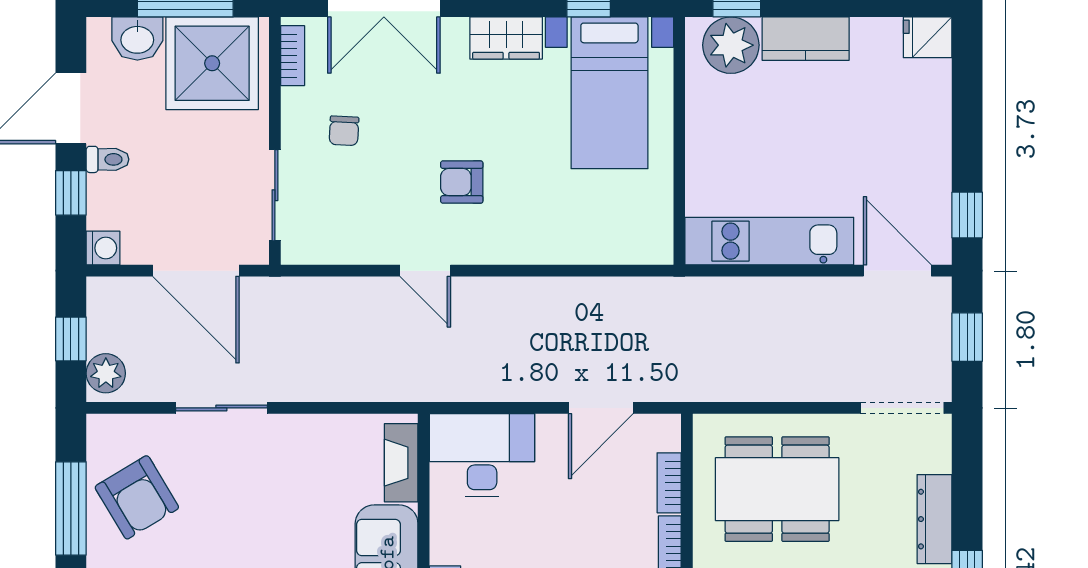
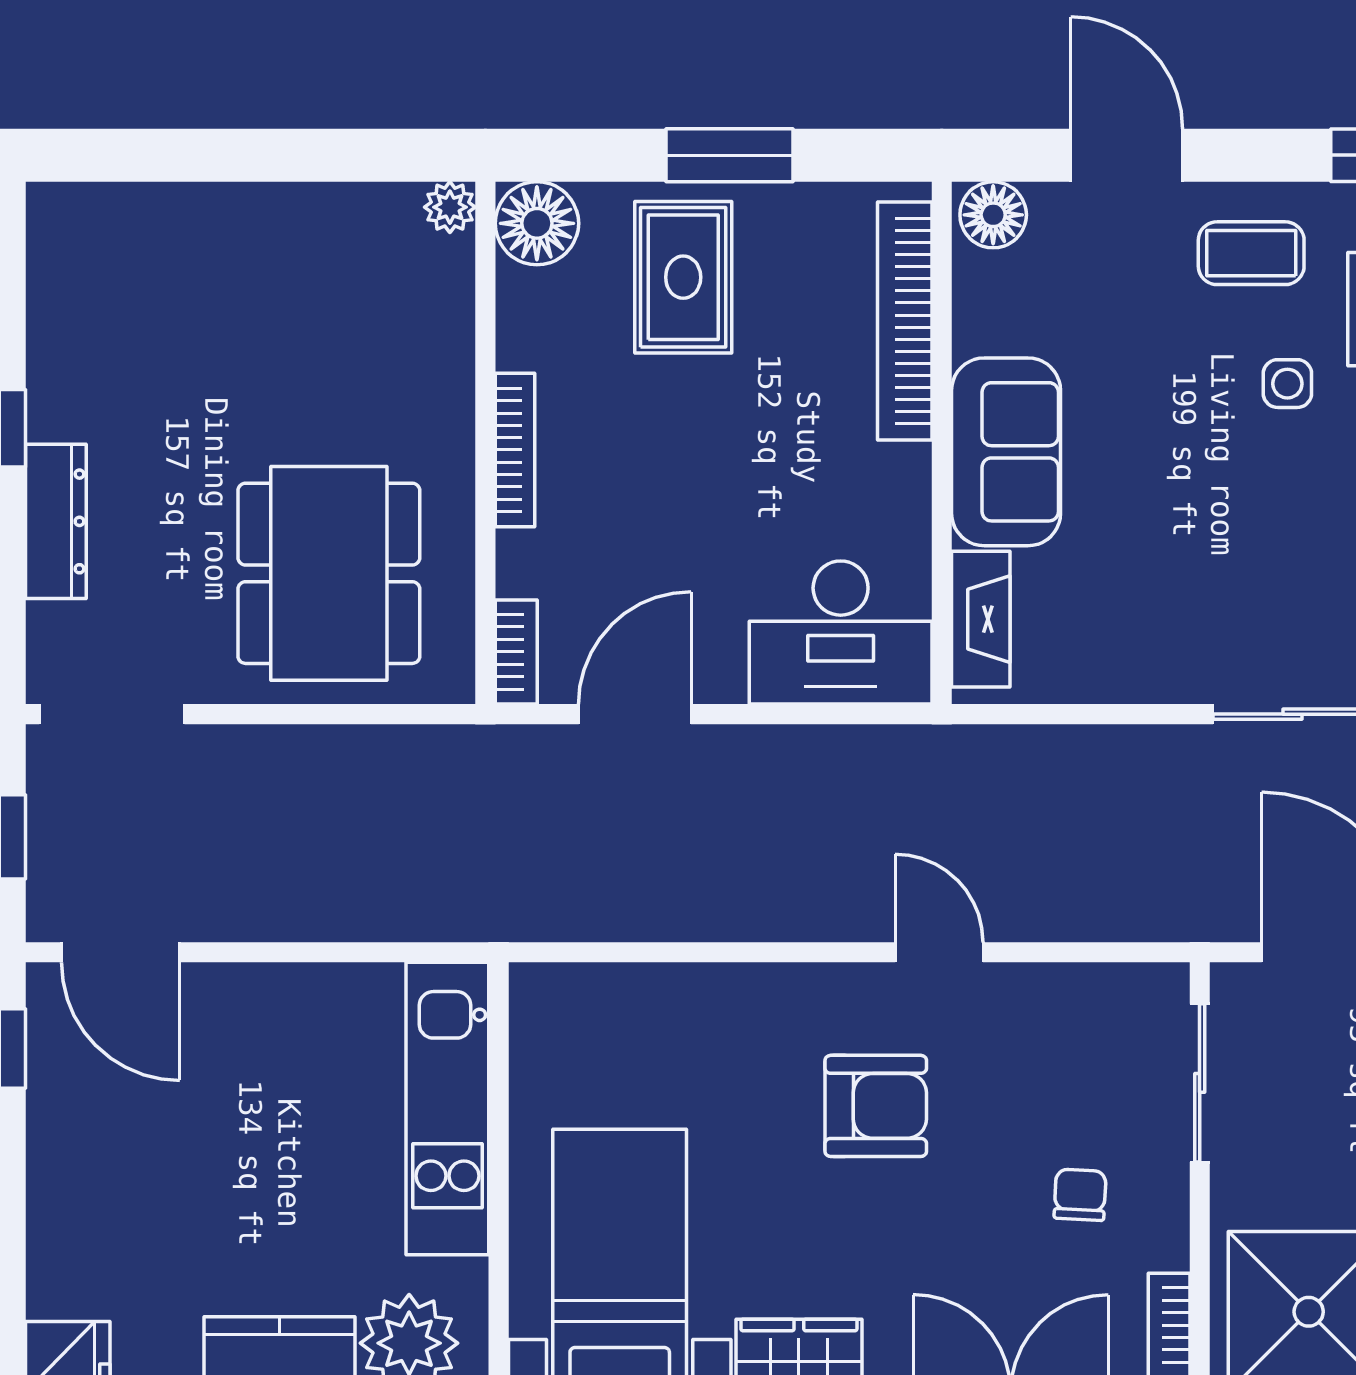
armchair: (462, 182) -> (876, 1106), width x1.38, depth x1.38
kitchen unit: (769, 241) -> (447, 1108), moved, turned 90
bookcase: (669, 483) -> (516, 652), moved
dining table: (777, 489) -> (329, 573), turned 90

